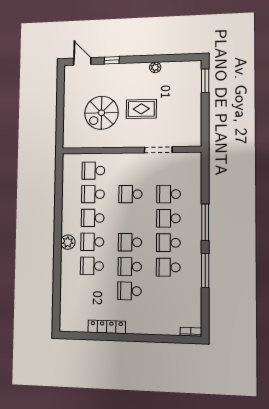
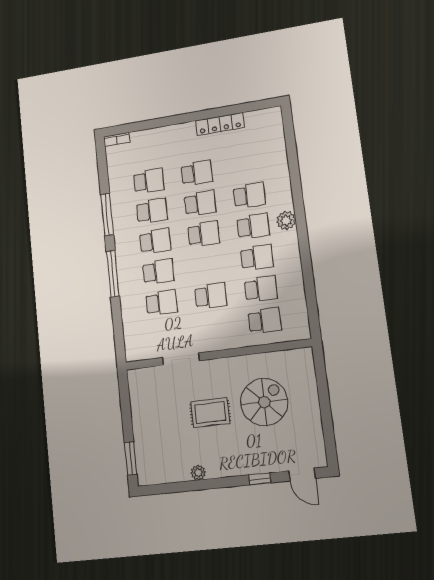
school desk: (168, 292) -> (149, 181), added

